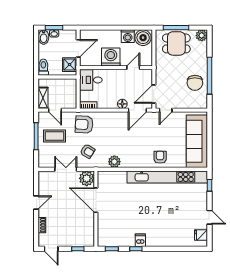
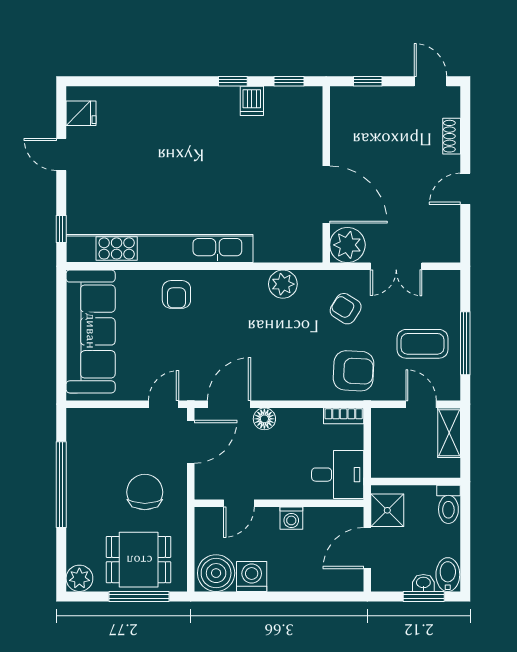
washing machine: (111, 57) -> (291, 518), width x0.53, depth x0.53
chair: (195, 83) -> (145, 492), moved
dishwasher: (140, 240) -> (252, 101), moved

